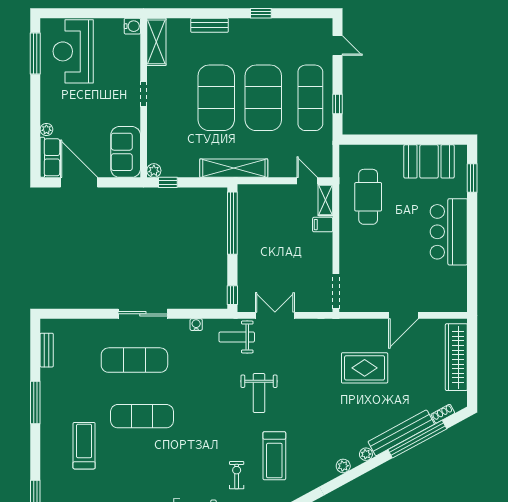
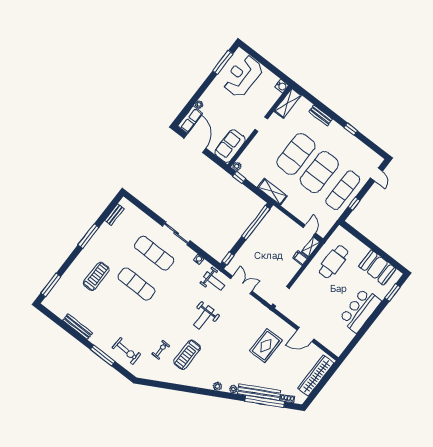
shelving: (234, 168) -> (272, 192), width x0.68
weight bench: (237, 337) -> (214, 281), turned 180
rug: (365, 368) -> (266, 346), turned 90

